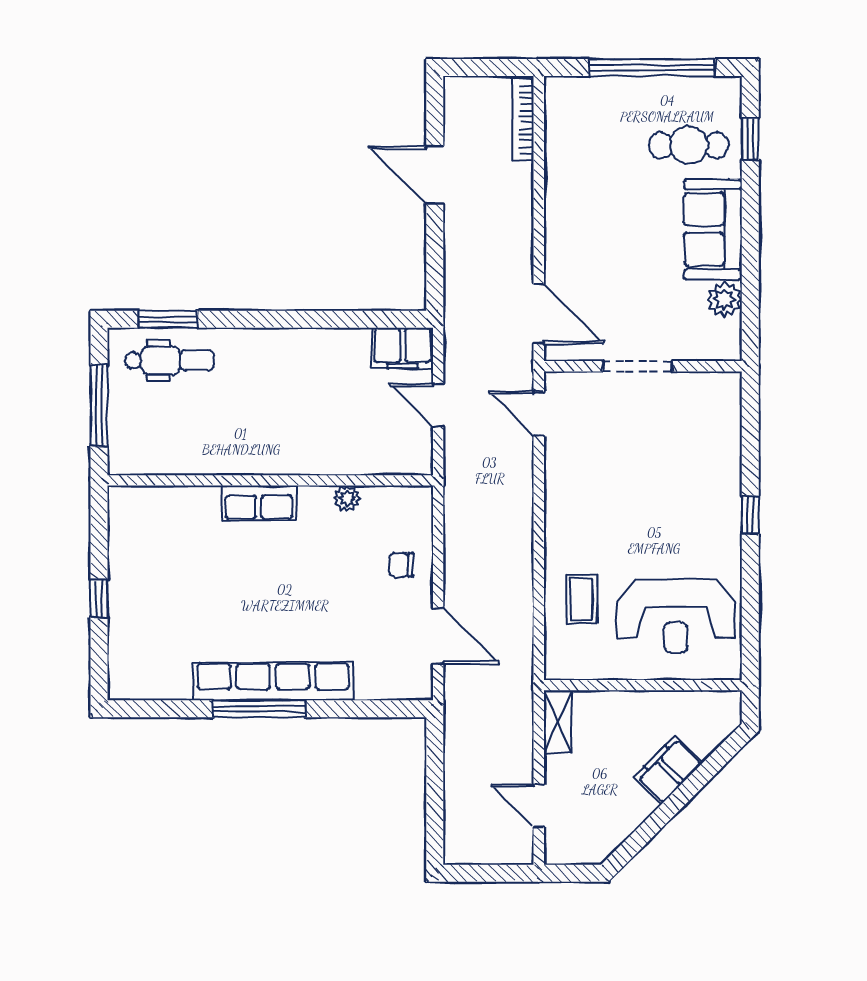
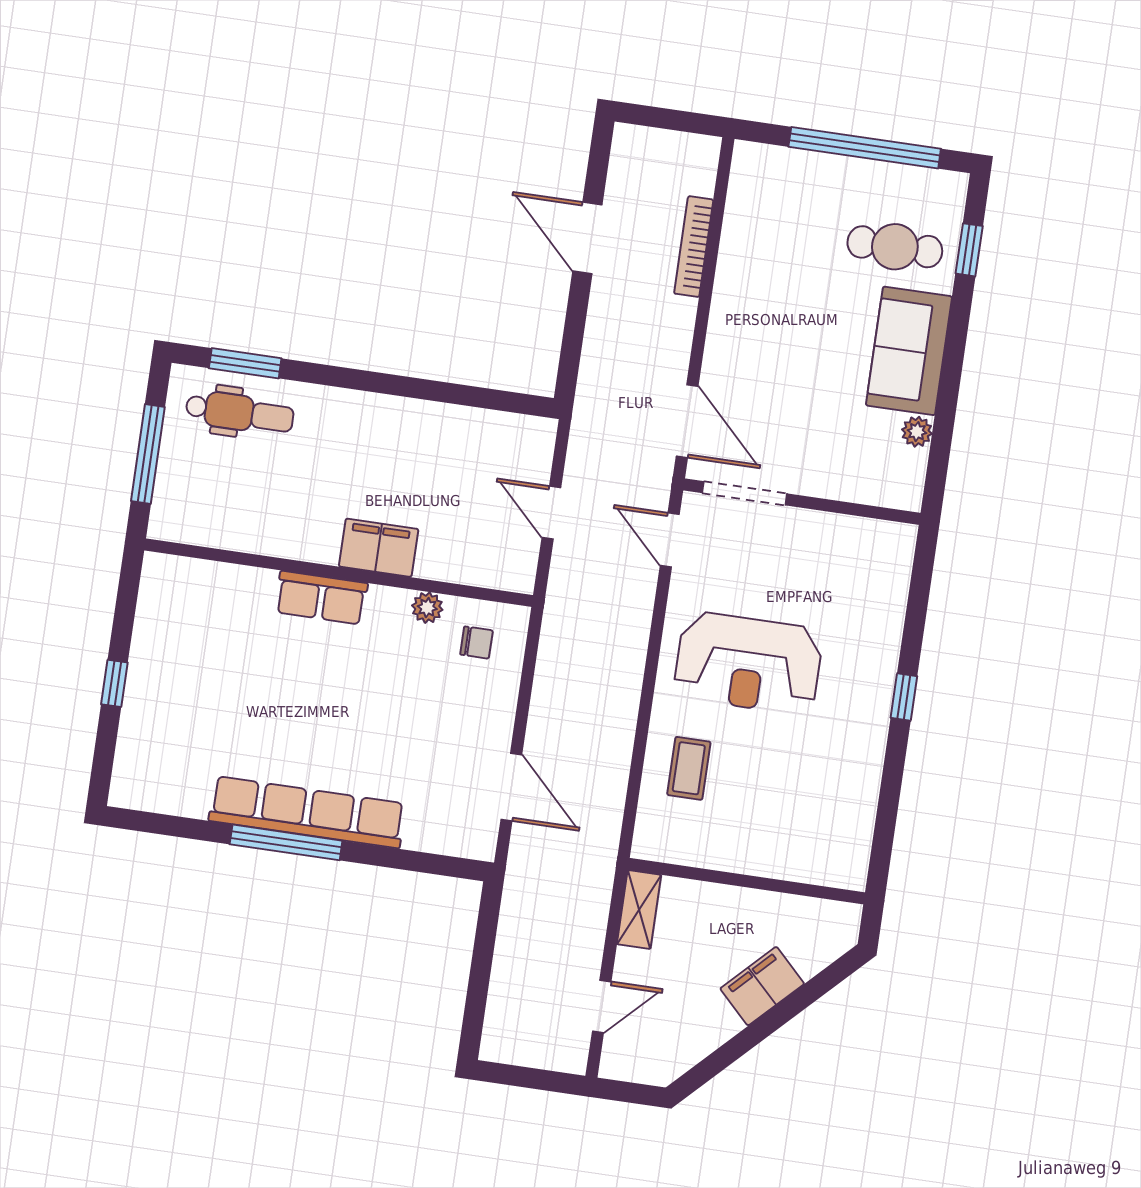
bookcase: (523, 120) -> (694, 247), moved
plant: (724, 300) -> (917, 432), width x0.73, depth x0.73
filing cabinet: (403, 348) -> (379, 548), moved, turned 180
doorway: (638, 366) -> (744, 493), moved
chair: (401, 565) -> (476, 642), moved, turned 180
reception desk: (676, 616) -> (748, 663), moved
door: (539, 806) -> (602, 1006), swing flipped

